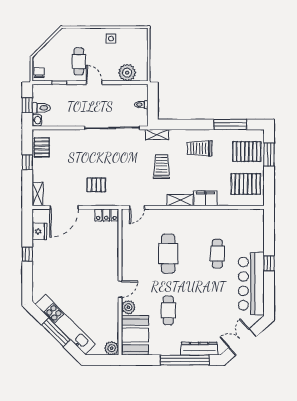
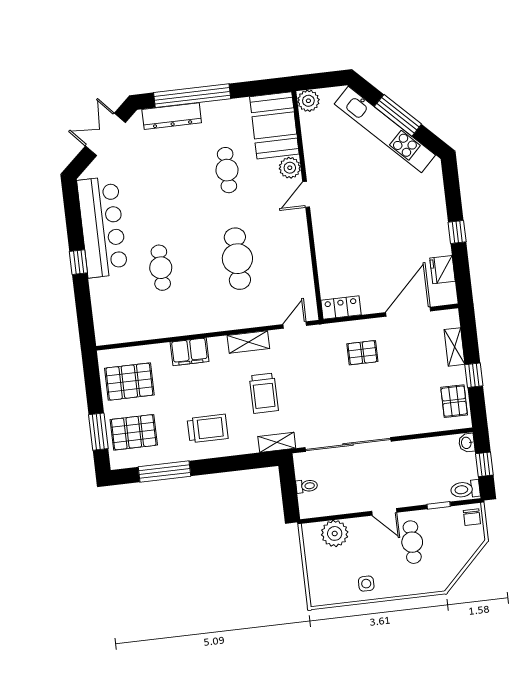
toilet: (41, 108) -> (465, 489), moved
shelving: (38, 194) -> (454, 347), moved
shelving: (180, 200) -> (248, 342), moved
double door: (242, 342) -> (105, 134), swing flipped

